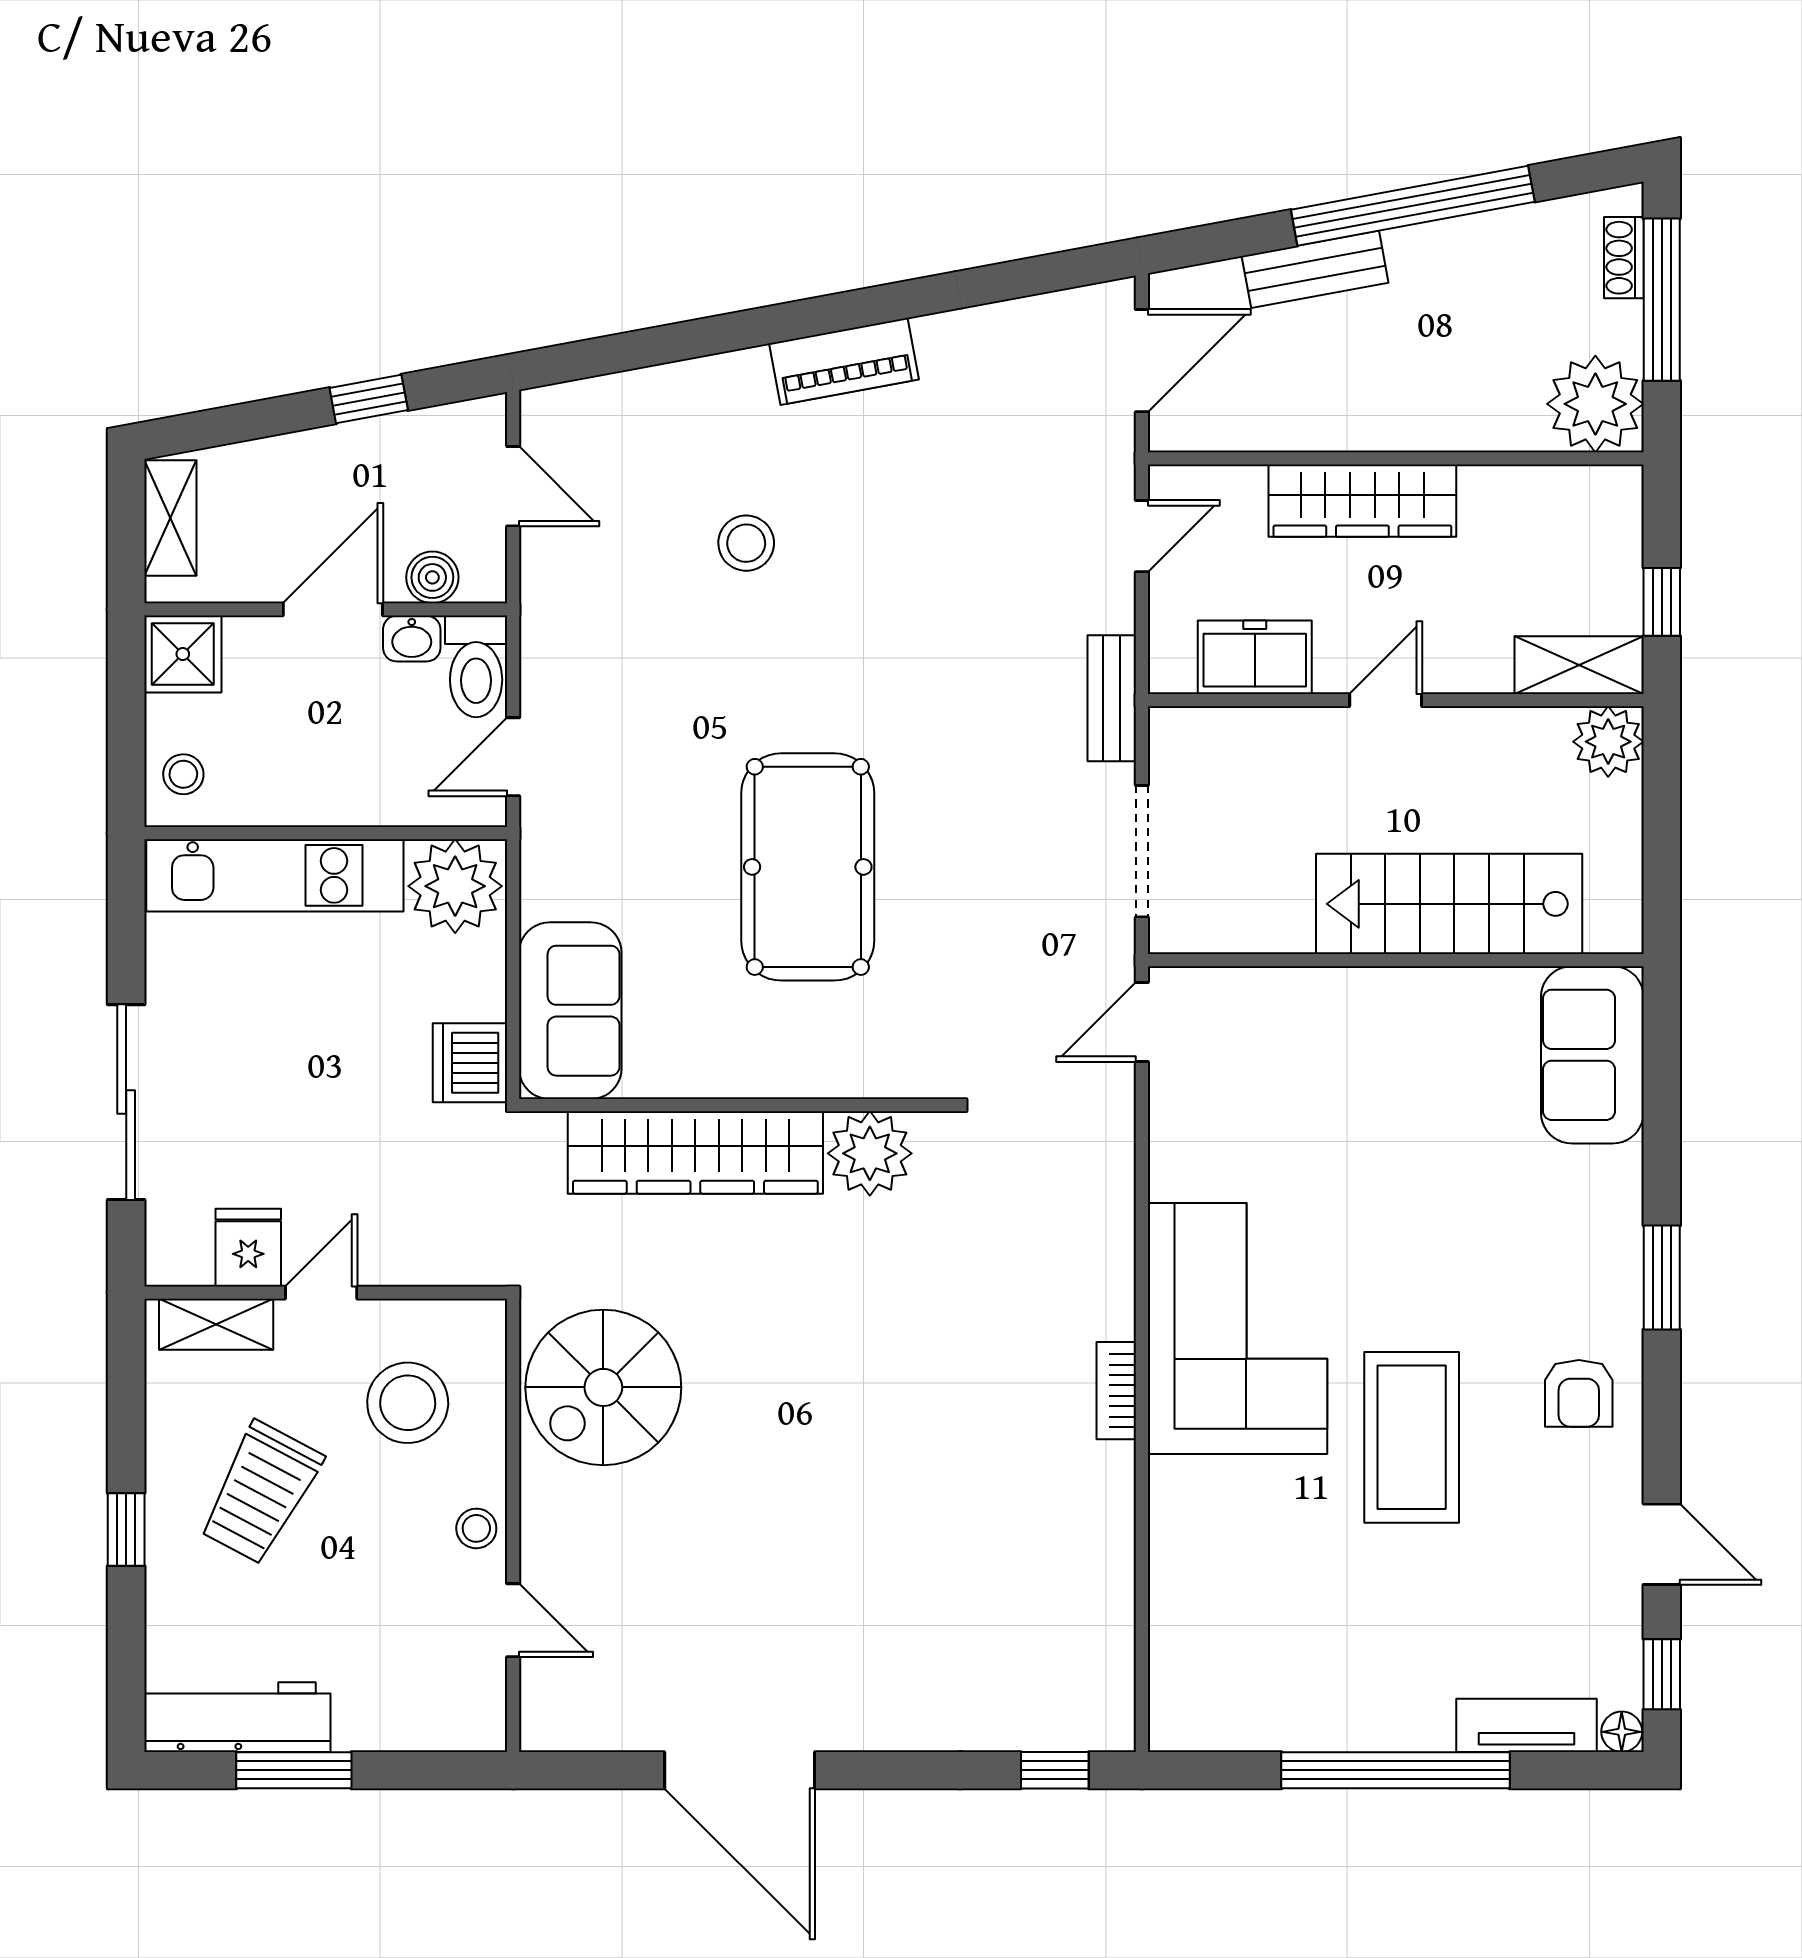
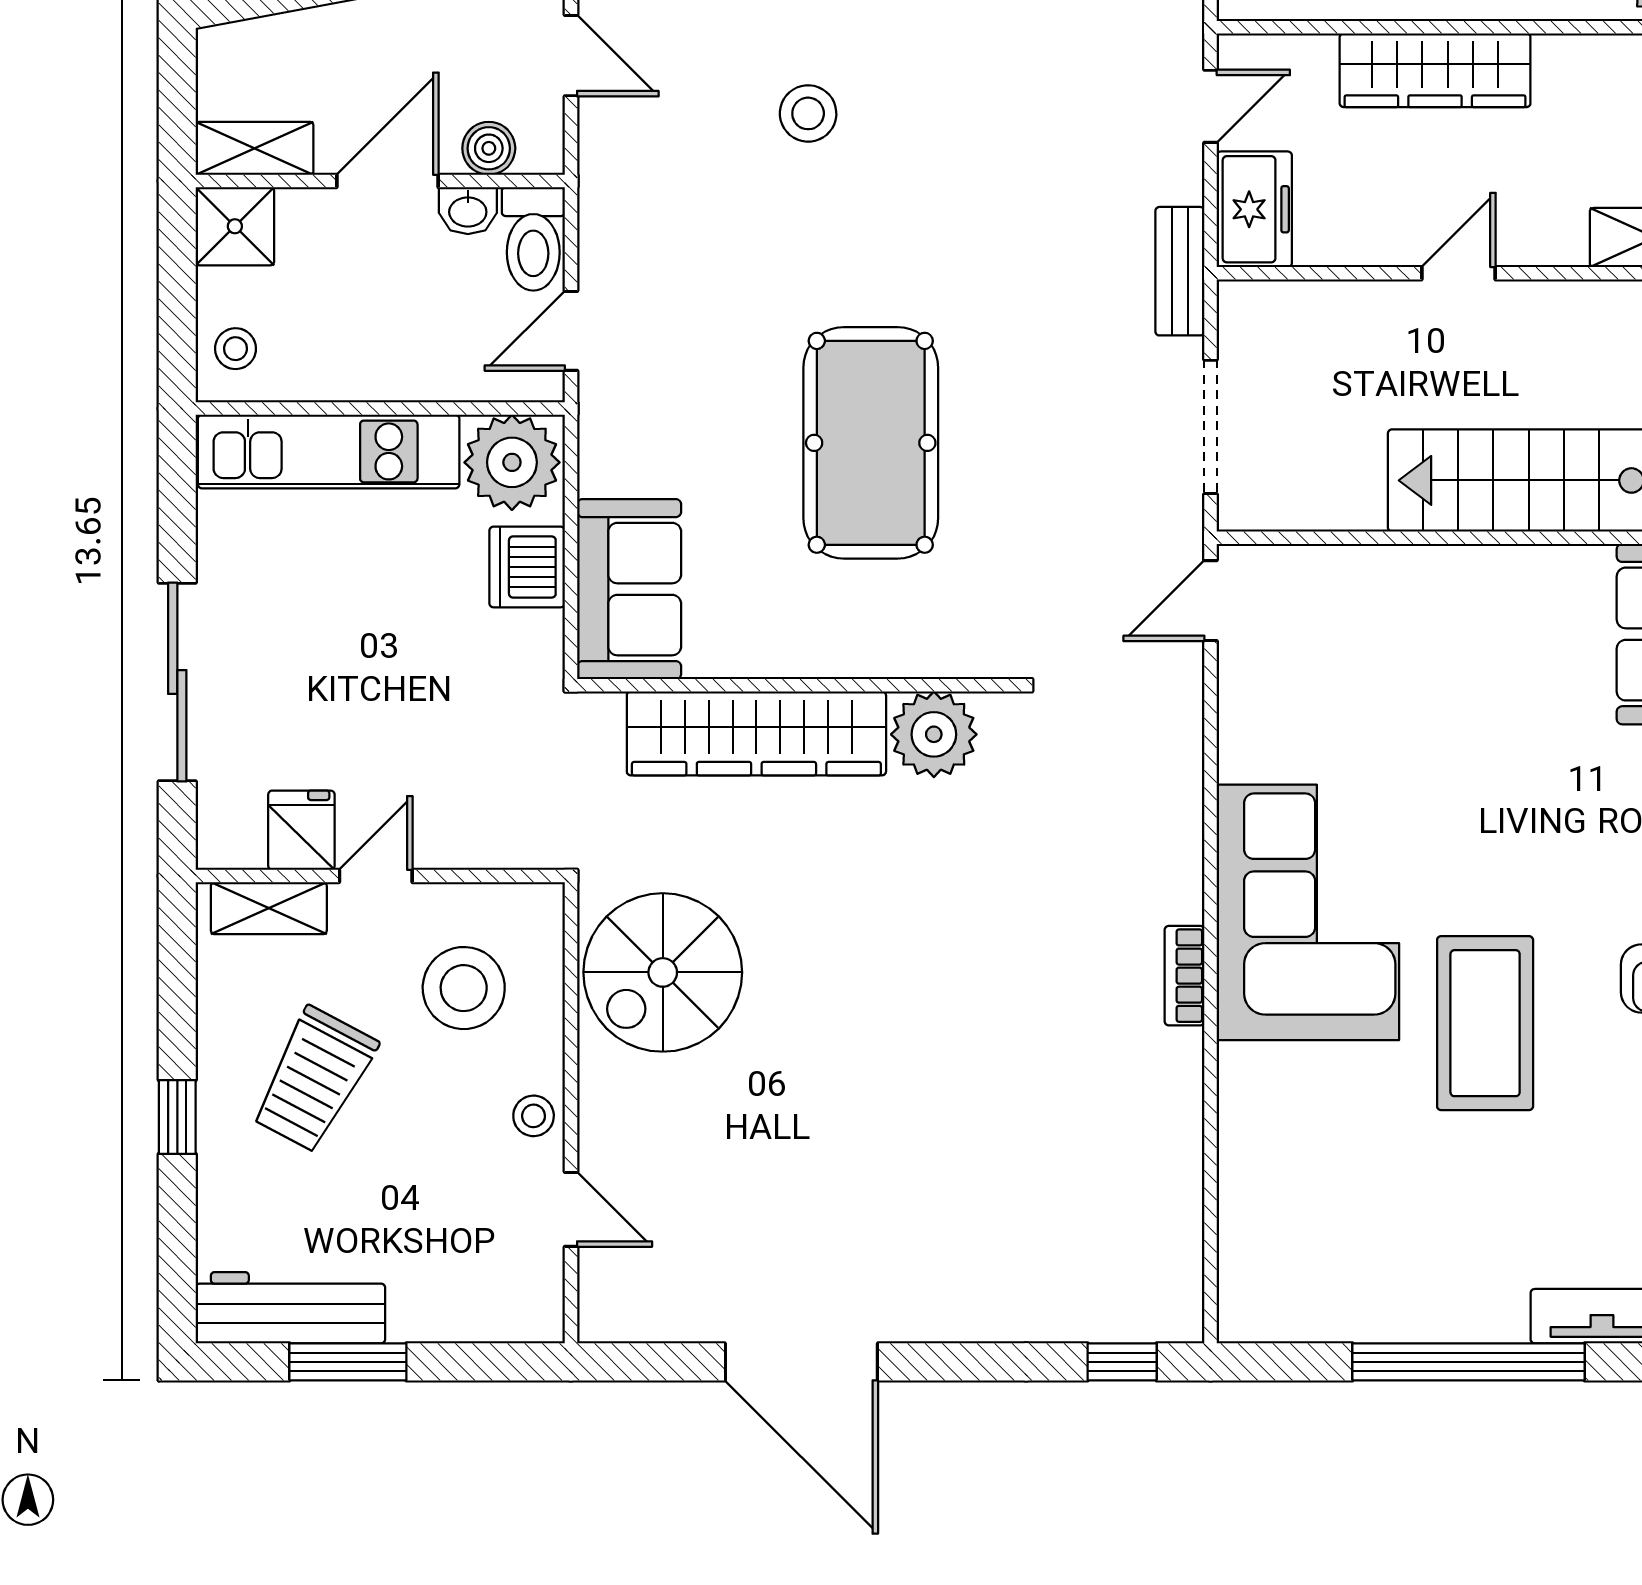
shelving: (170, 518) -> (255, 148), moved, turned 90
freezer: (1255, 657) -> (1254, 209), moved, turned 90
dishwasher: (470, 1063) -> (527, 567), moved

